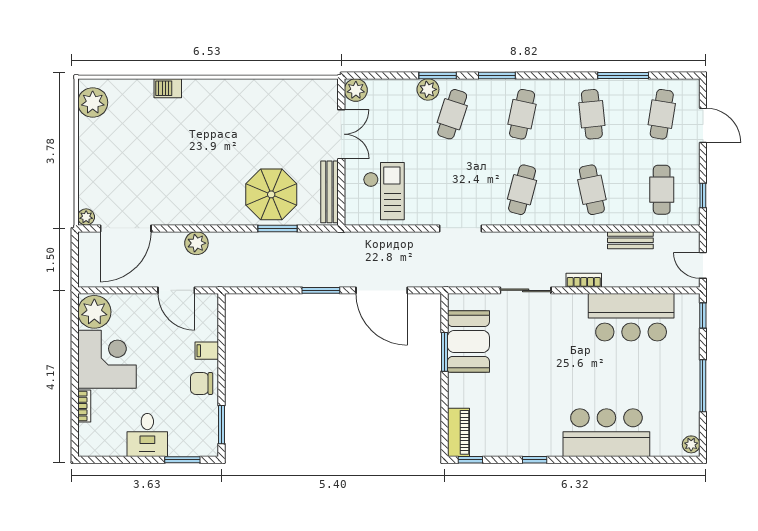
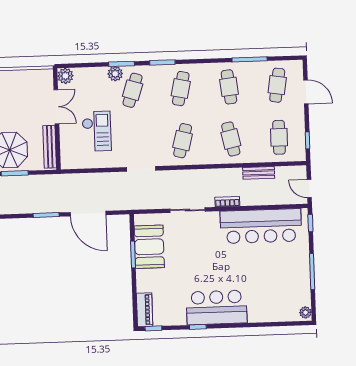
checkout: (384, 191) -> (97, 131), moved
bar counter: (631, 317) -> (261, 226), width x1.36
bar counter: (606, 433) -> (217, 307), moved

